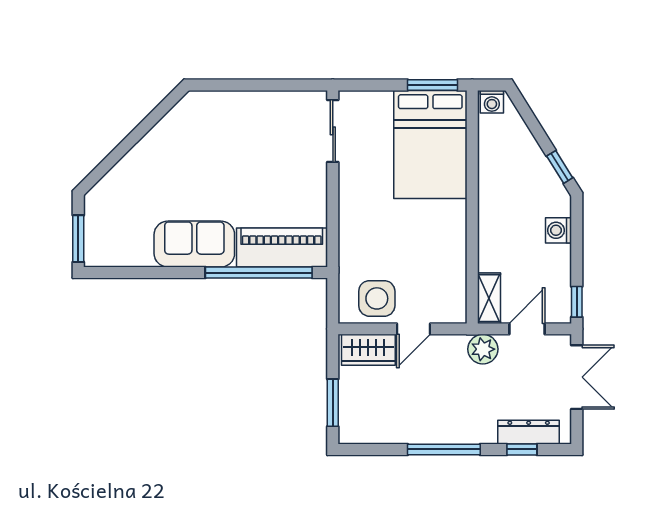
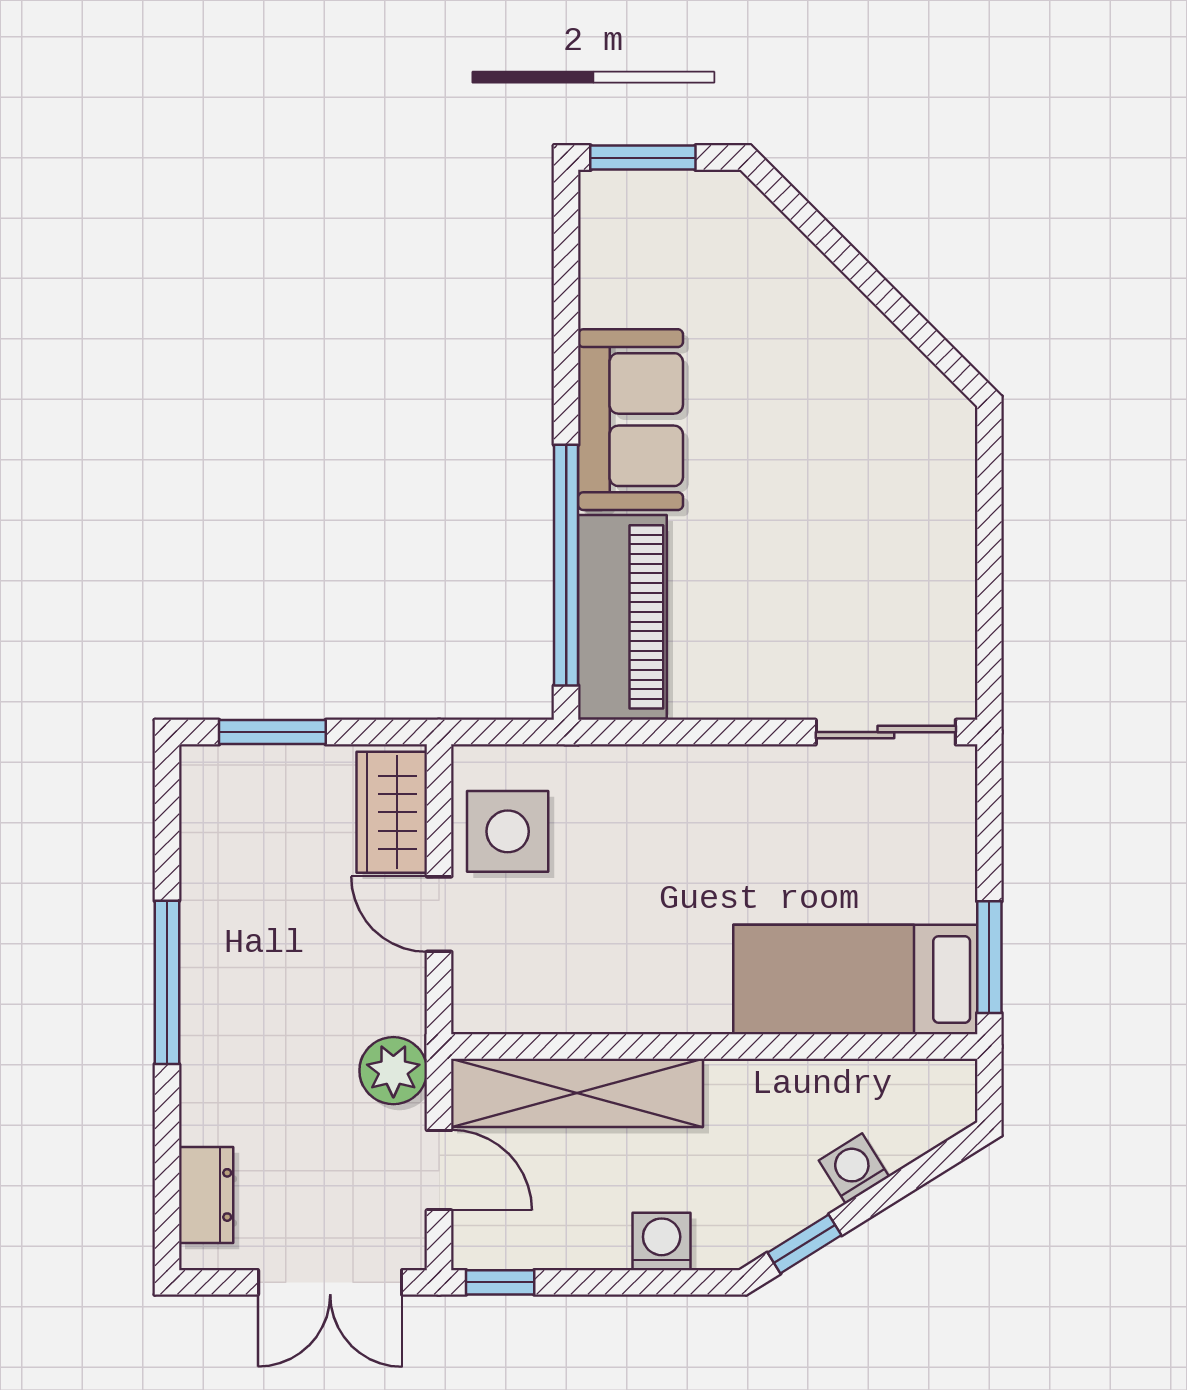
washing machine: (492, 102) -> (854, 1169), moved, turned 58
bed: (430, 144) -> (855, 979), width x0.67
shelving: (489, 298) -> (577, 1093), width x2.20, depth x1.33
dresser: (529, 432) -> (206, 1195), width x0.70
window: (522, 449) -> (167, 1159), removed

